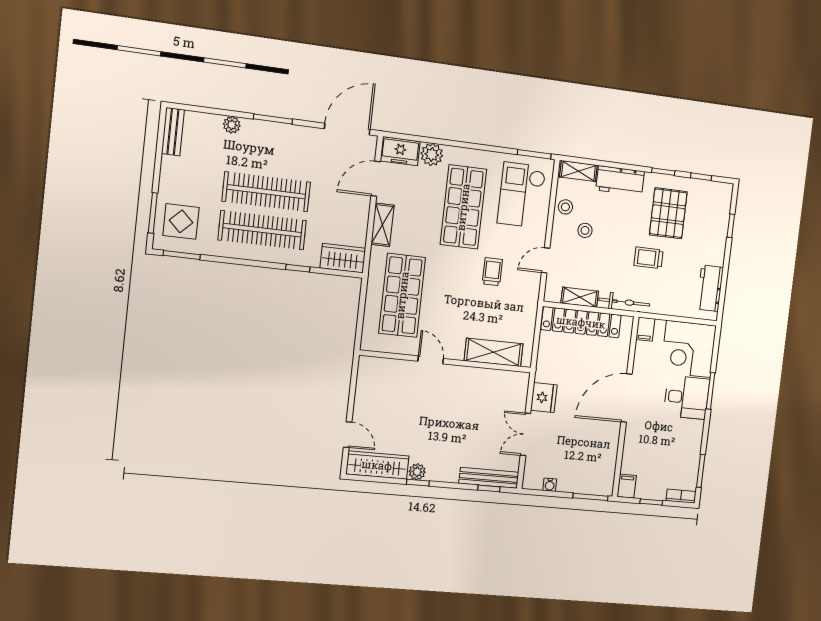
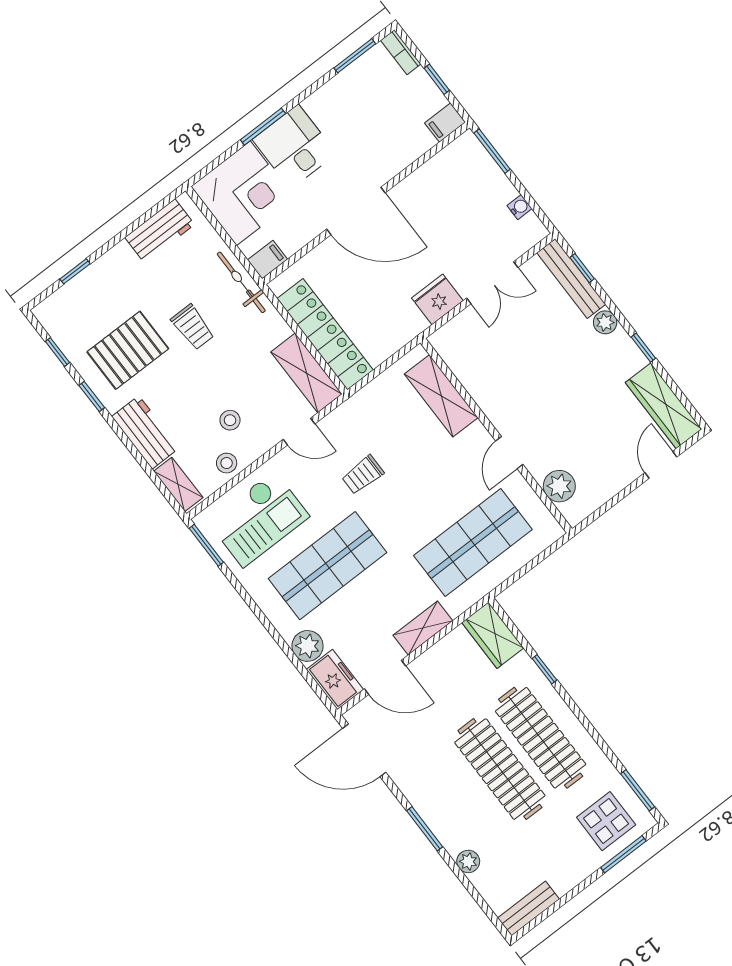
shelving: (580, 297) -> (306, 373), width x1.50, depth x1.33
bicycle: (624, 302) -> (241, 282), moved
plant: (388, 370) -> (559, 486), added
plant: (417, 472) -> (605, 322), moved

